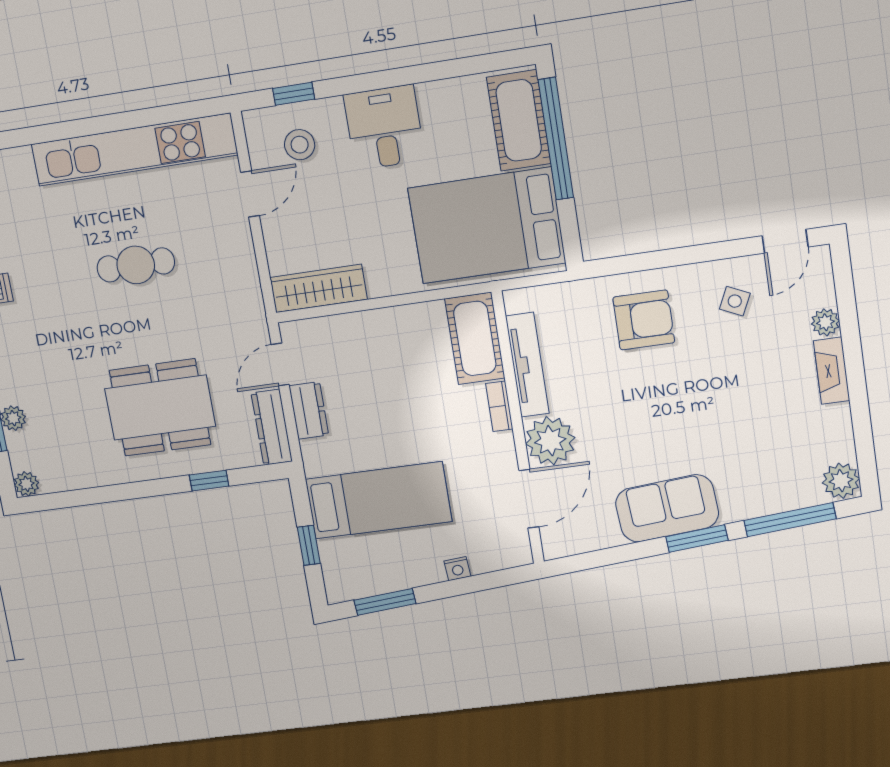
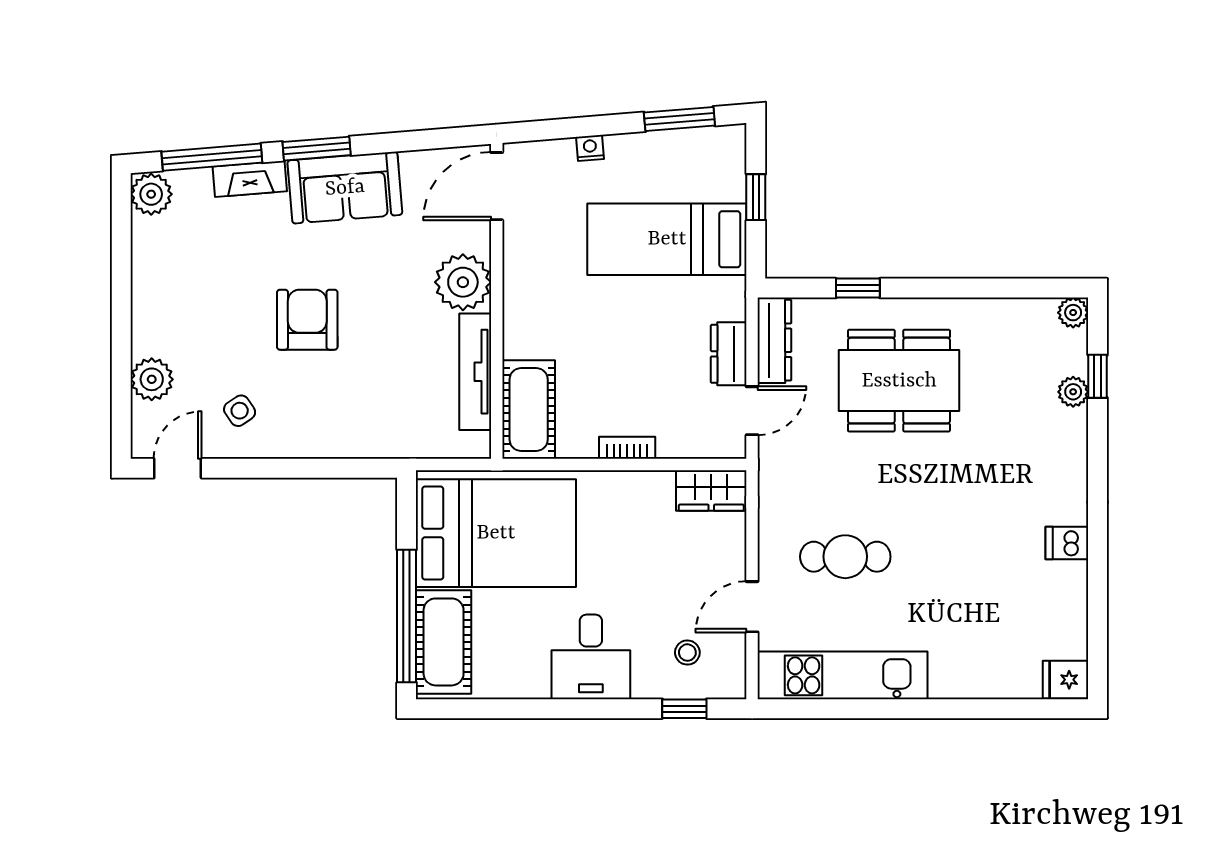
stool: (300, 145) -> (687, 653), width x0.73, depth x0.73
kitchen unit: (134, 150) -> (843, 675), width x0.73
cafe table: (136, 265) -> (845, 557), moved
wardrobe: (319, 288) -> (711, 491), width x0.67
side table: (735, 301) -> (240, 411), turned 31
armchair: (644, 320) -> (307, 320), moved, turned 90
plant: (825, 322) -> (152, 379), width x1.38, depth x1.38
fireplace: (832, 371) -> (250, 179), moved, turned 85
bookcase: (499, 406) -> (627, 448), moved, turned -90
door: (529, 499) -> (497, 186), moved

